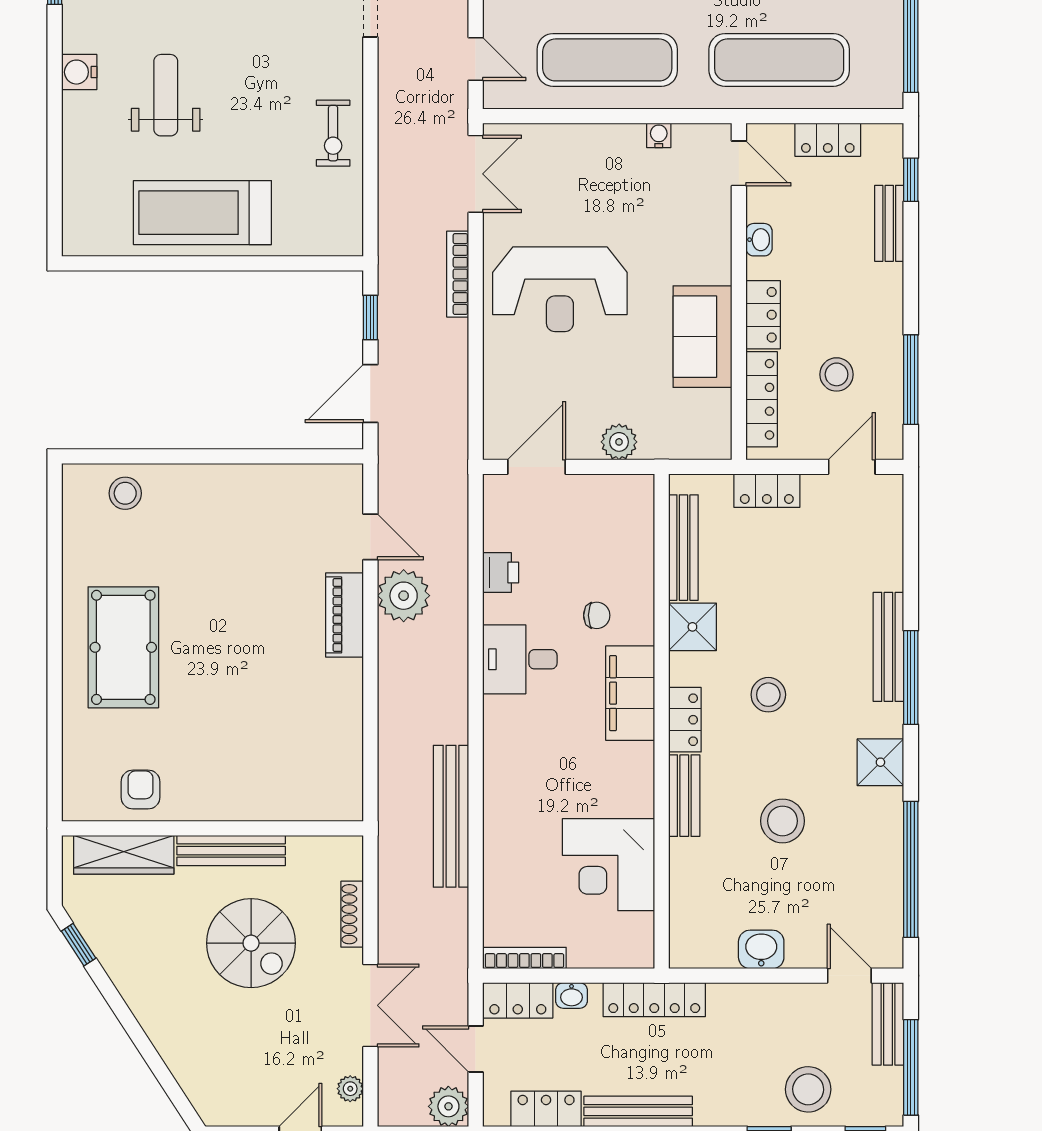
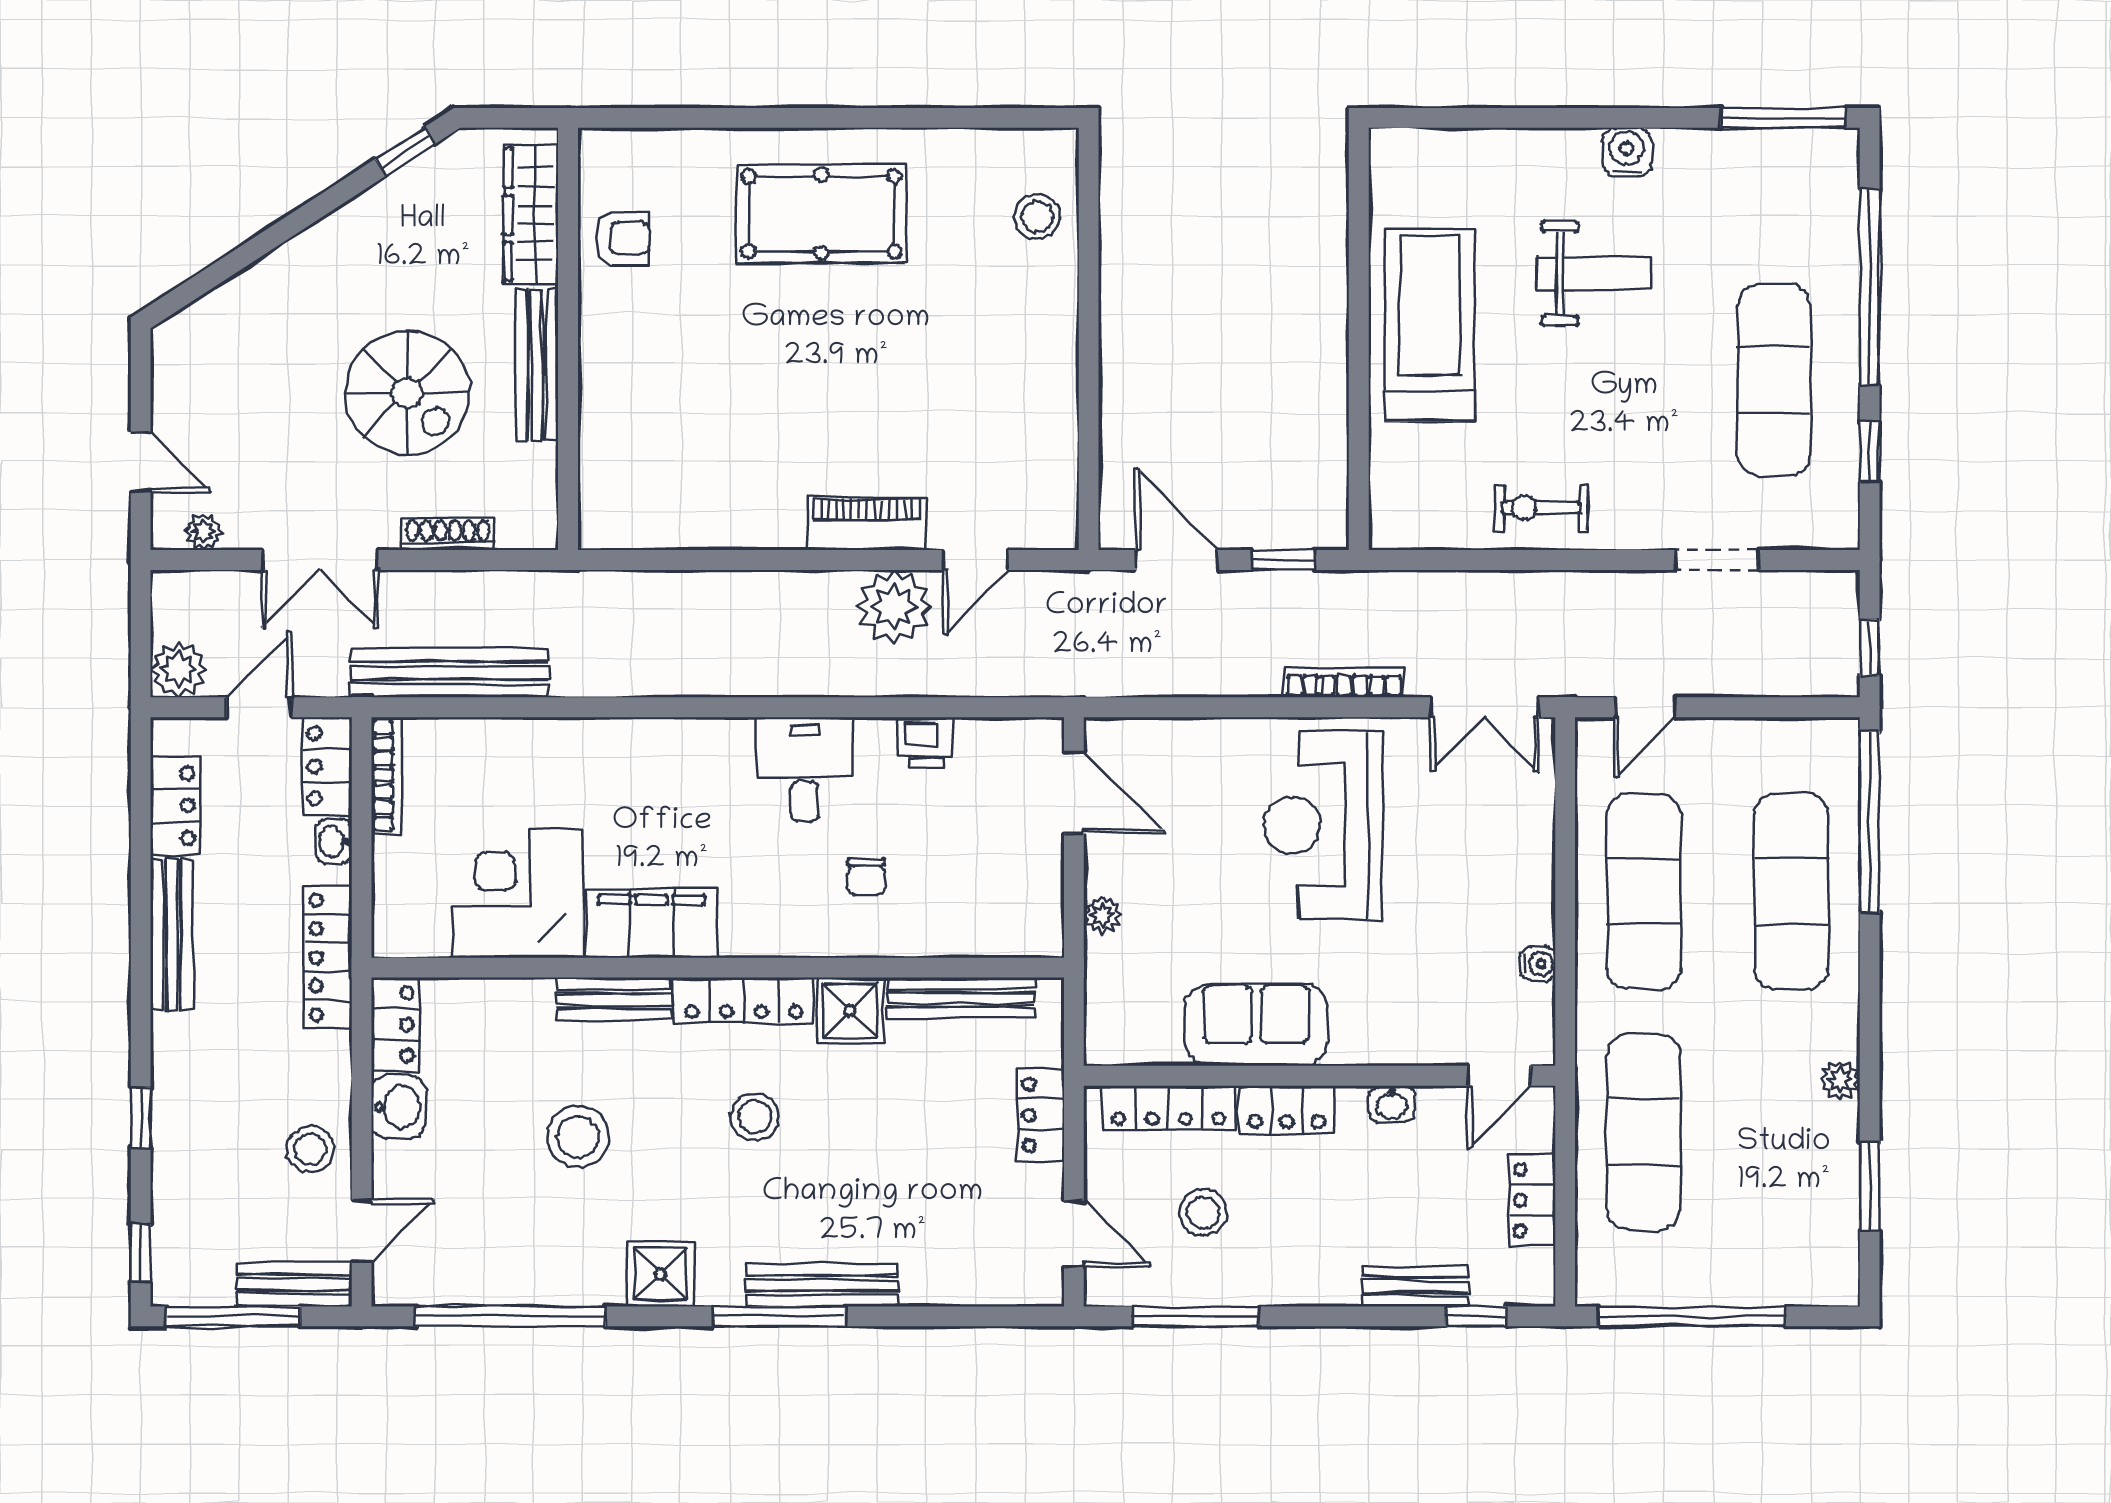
plant: (619, 442) -> (1102, 915), width x0.73, depth x0.73
filing cabinet: (630, 693) -> (652, 924), moved
locker: (685, 720) -> (744, 1000), width x1.53
bench: (451, 816) -> (449, 673), moved
spiral stairs: (251, 943) -> (407, 393), turned -90
locker: (702, 952) -> (395, 1024), added
stool: (808, 1089) -> (310, 1149), moved, width x0.73, depth x0.73

